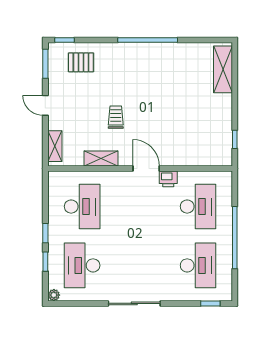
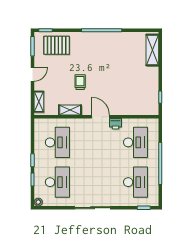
pallet: (81, 62) -> (57, 45), width x1.50, depth x1.42
door: (45, 105) -> (33, 74), swing flipped
desk: (82, 265) -> (57, 182), turned 180

